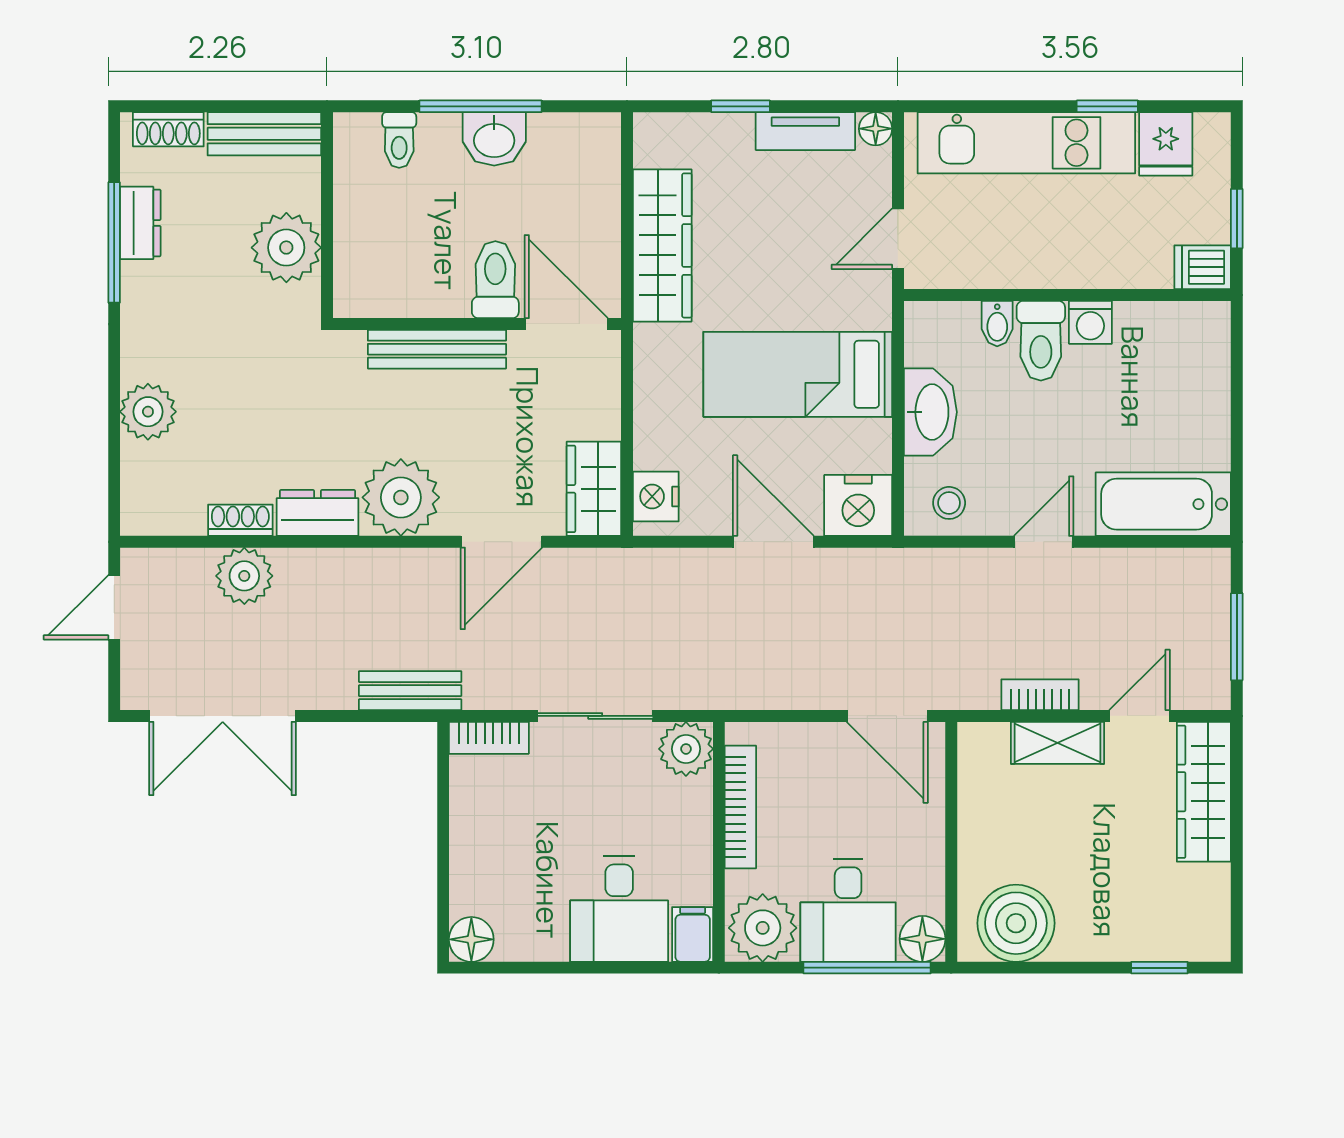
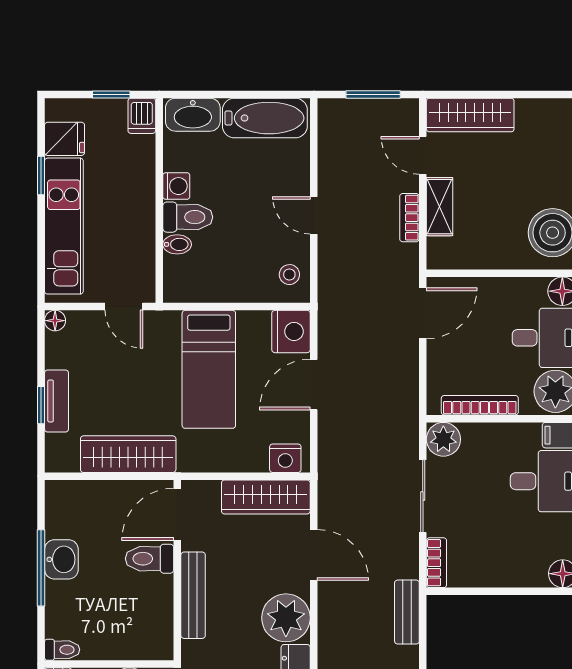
tv unit: (805, 131) -> (57, 401), moved
toilet: (399, 140) -> (62, 650), moved
washbasin: (930, 412) -> (193, 115), moved, turned 180
wardrobe: (594, 489) -> (266, 497), width x1.50
bathtub: (1163, 504) -> (265, 118), moved, turned -90

